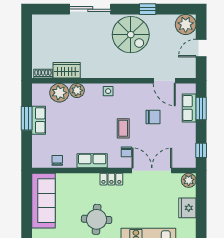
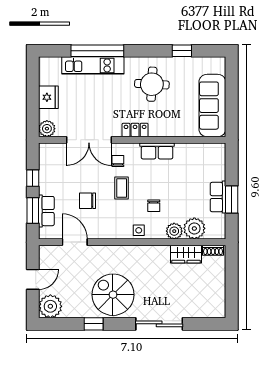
window: (201, 150) -> (33, 178), moved
chair: (57, 160) -> (154, 206), moved

